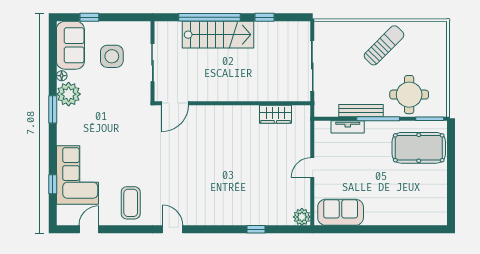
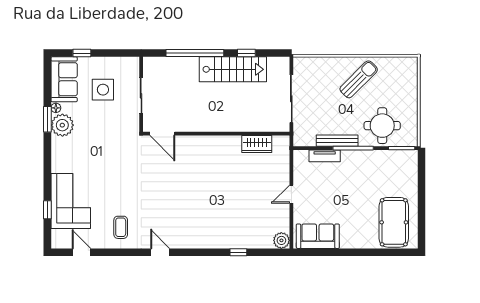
stairs: (218, 35) -> (233, 69), moved
door: (175, 103) -> (162, 134), hinge flipped
window: (53, 109) -> (47, 119), moved
pool table: (419, 148) -> (394, 222), moved, turned 90
coffee table: (131, 203) -> (121, 227), width x0.73, depth x0.77
door: (89, 229) -> (81, 252), hinge flipped

